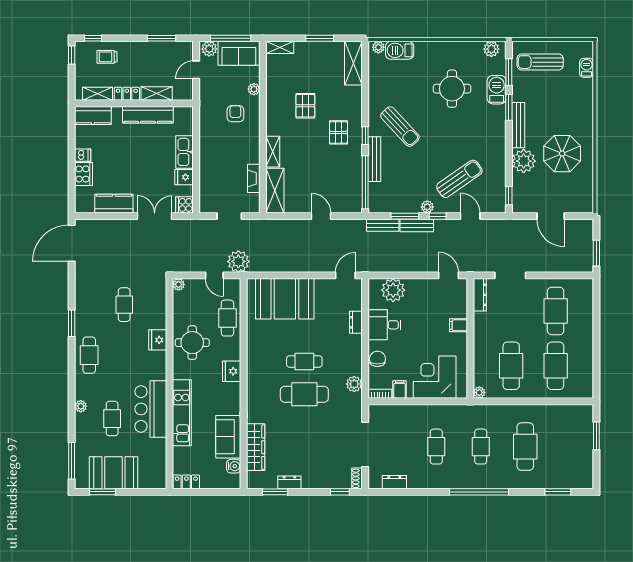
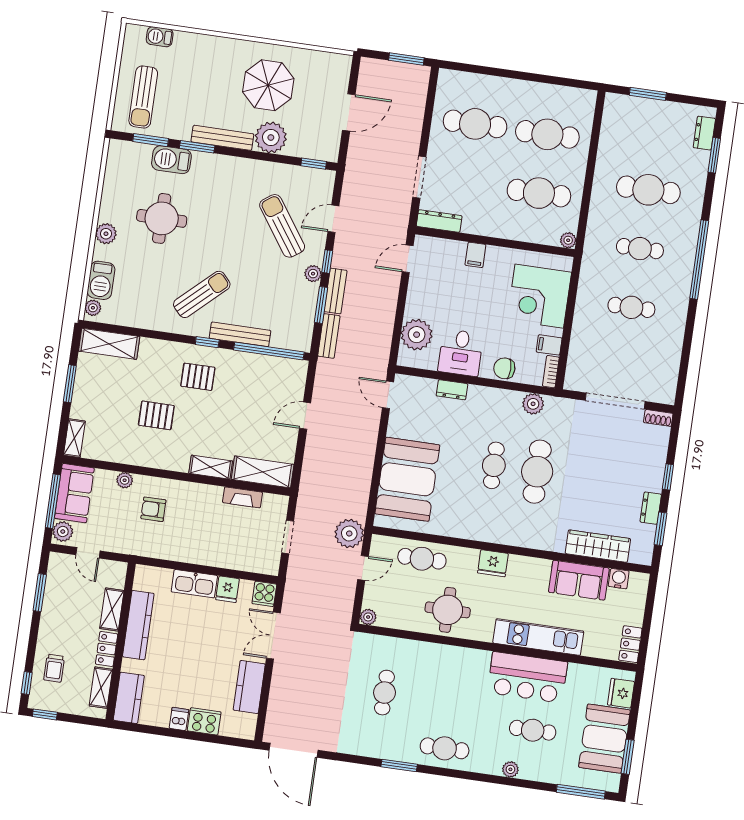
plant: (491, 49) -> (106, 234), moved
cafe table: (124, 305) -> (384, 693), turned 90
fridge: (158, 340) -> (621, 693), moved, turned 90
dresser: (394, 482) -> (704, 133), moved
window: (340, 492) -> (668, 477), moved

